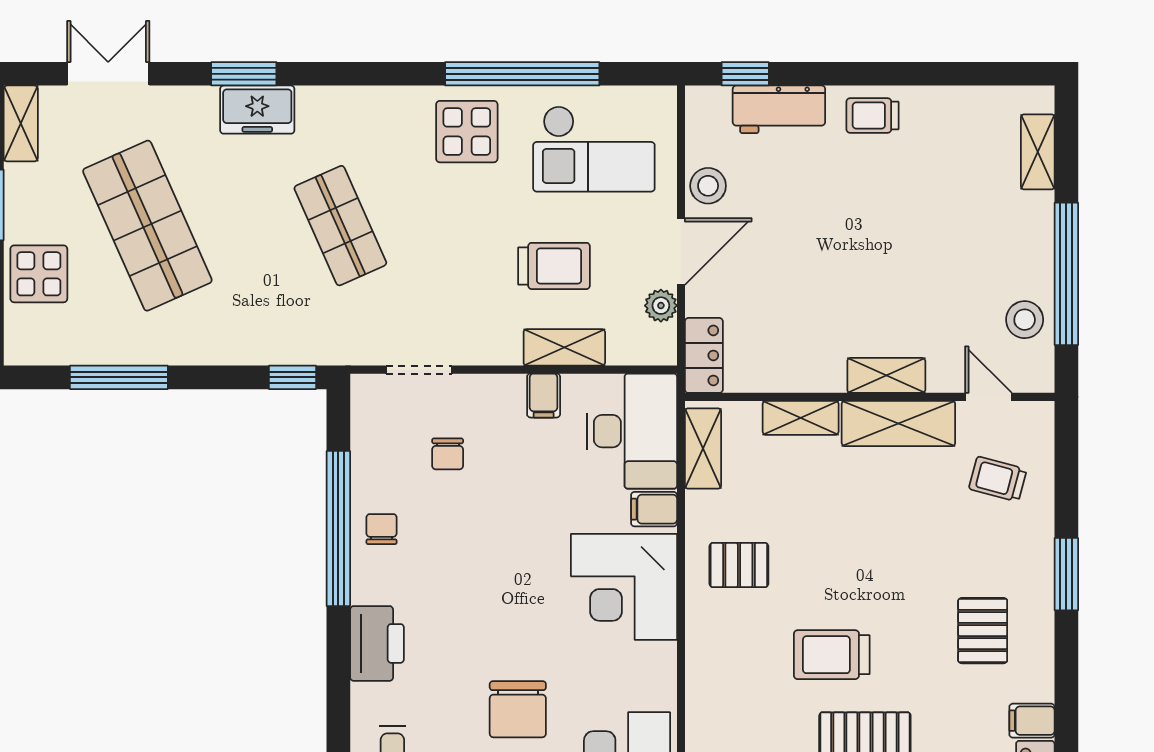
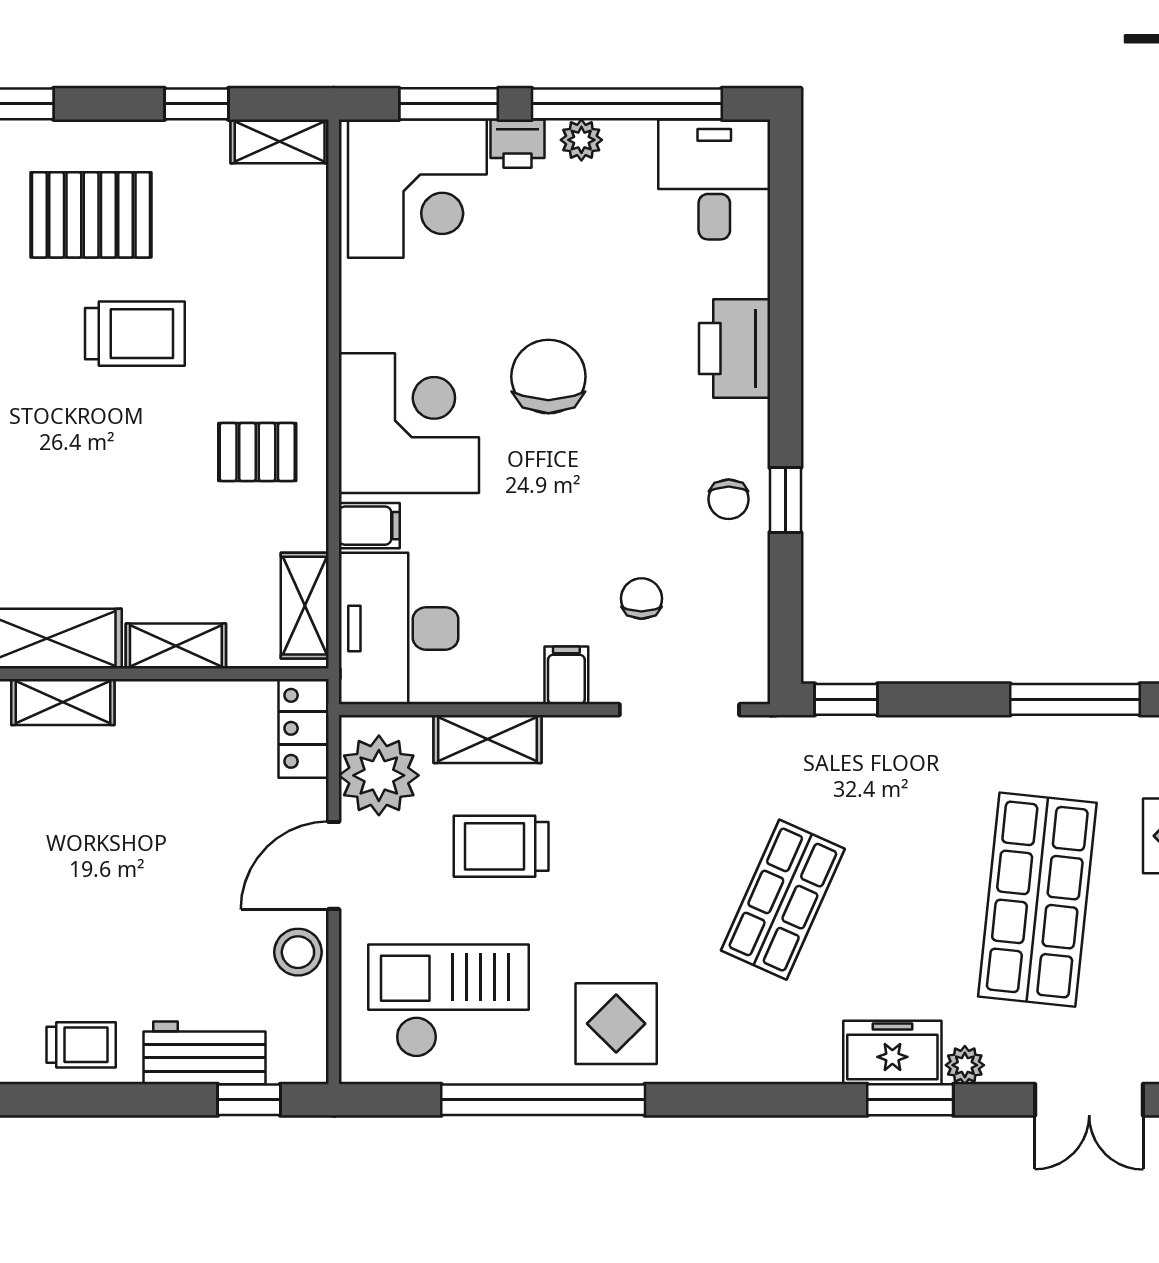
plant: (202, 100) -> (965, 1065), added
shop shelf: (147, 226) -> (1037, 900), turned 30
shop shelf: (340, 226) -> (783, 900), turned 48
plant: (661, 306) -> (379, 775), width x1.88, depth x1.88
doorway: (419, 370) -> (679, 710), width x1.38
filing cabinet: (544, 396) -> (566, 675), moved
window: (338, 529) -> (785, 500), width x0.32
chair: (518, 709) -> (548, 377), moved

